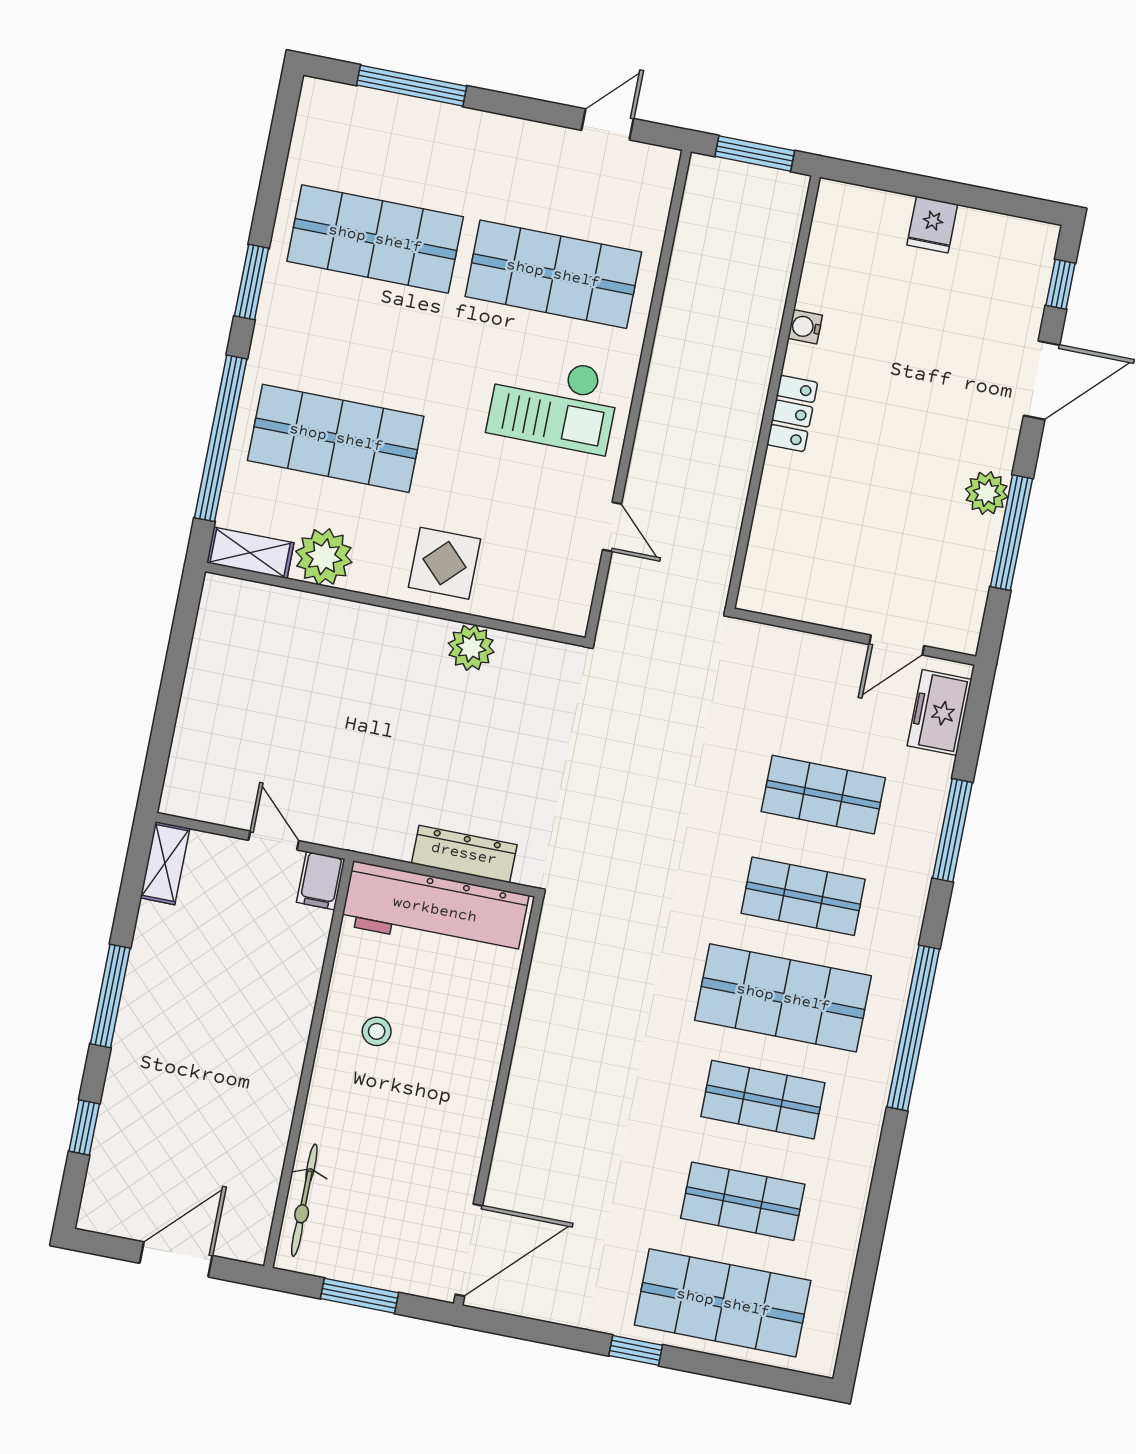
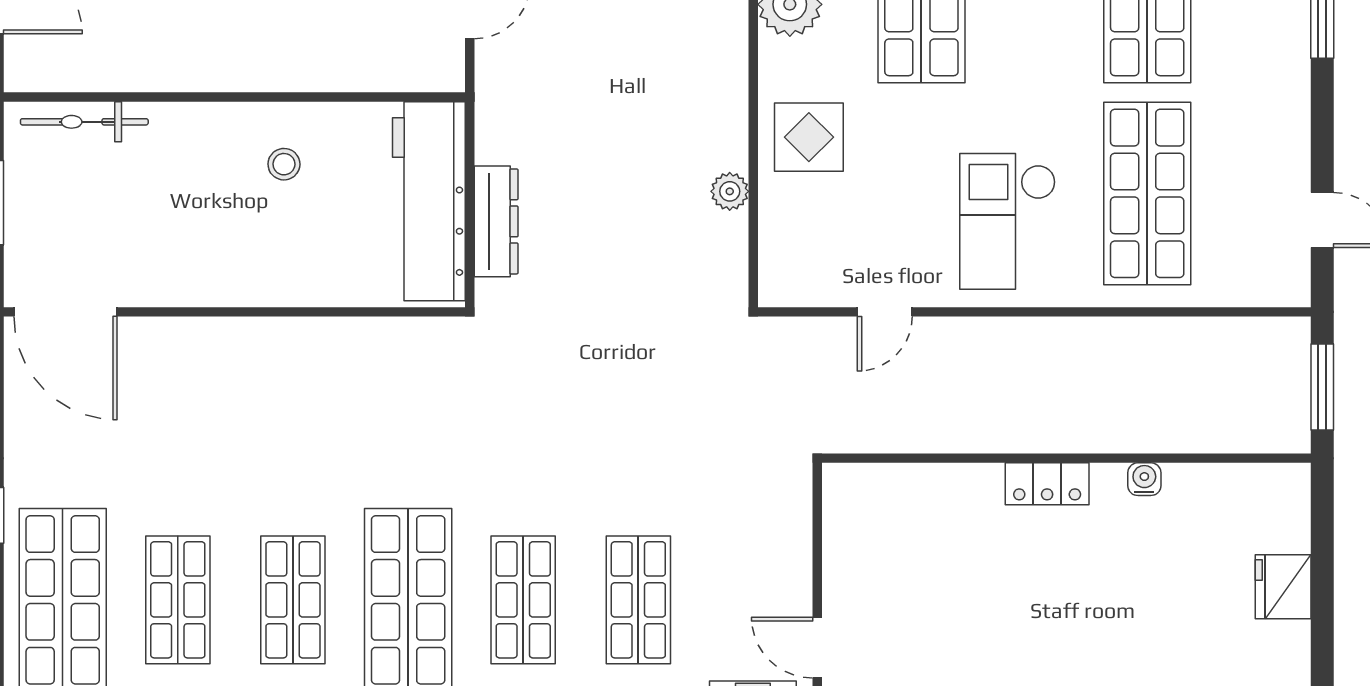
fridge: (932, 225) -> (1283, 587), width x1.38
plant: (471, 648) -> (730, 191), width x0.73, depth x0.73
filing cabinet: (321, 881) -> (436, 71), removed

